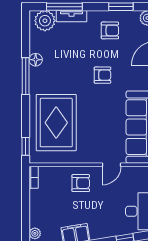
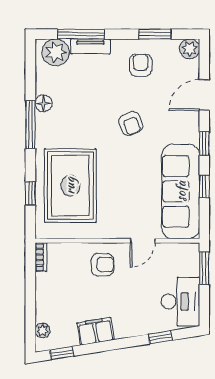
armchair: (110, 30) -> (141, 65), turned -90
armchair: (102, 75) -> (131, 123), turned 68
window: (26, 146) -> (30, 193), moved

